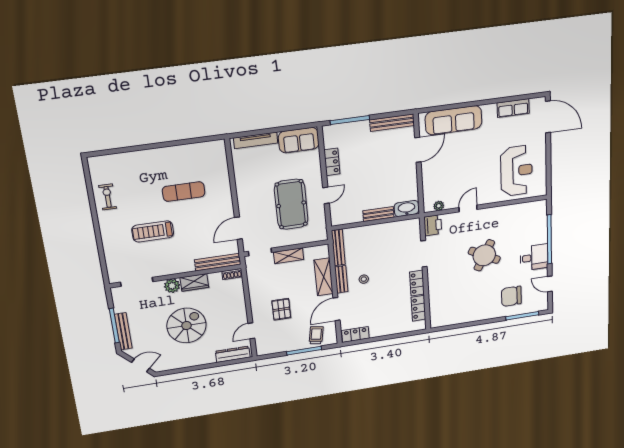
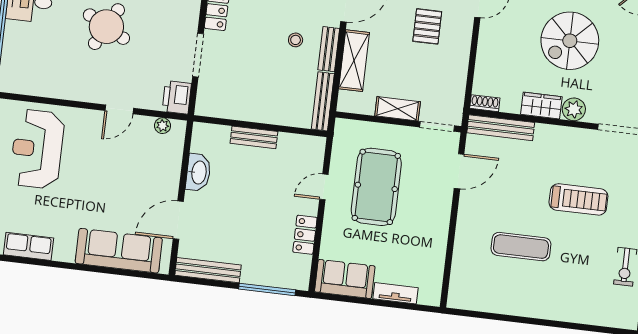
tv unit: (256, 140) -> (396, 293), width x0.71
washbasin: (407, 208) -> (198, 172), moved, turned -90

